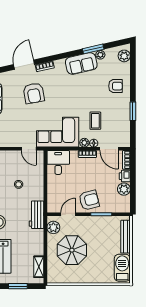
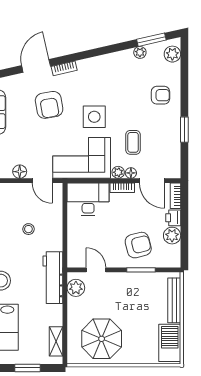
window: (93, 49) -> (151, 40), moved
sofa: (81, 63) -> (114, 64), removed
side table: (67, 102) -> (94, 117), added
floor lamp: (12, 142) -> (20, 172), added
desk: (58, 162) -> (88, 199), width x1.37
armchair: (89, 200) -> (138, 245), moved
door: (68, 214) -> (96, 270), hinge flipped
workbench: (37, 215) -> (53, 278), width x1.38
parasol: (72, 250) -> (102, 339), moved

